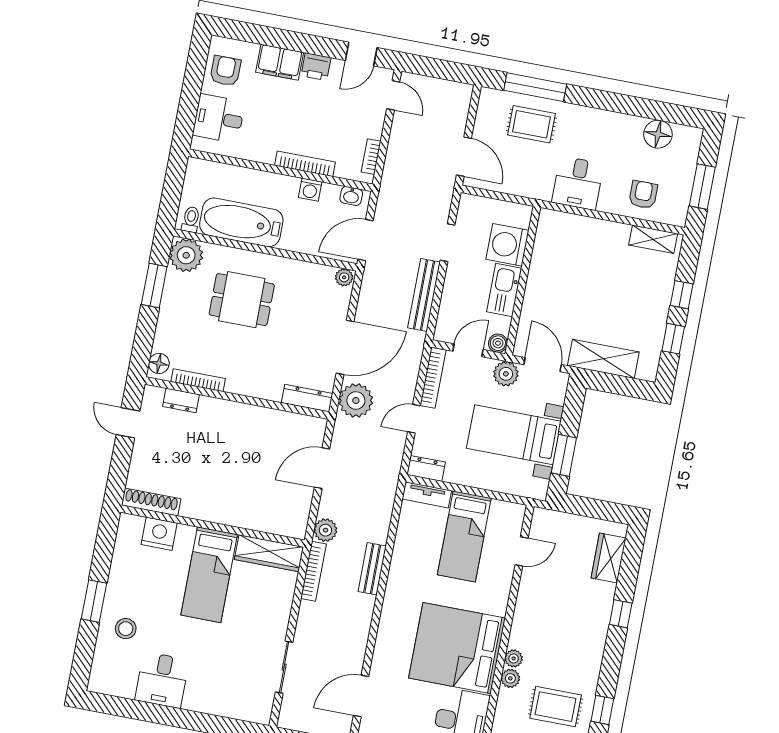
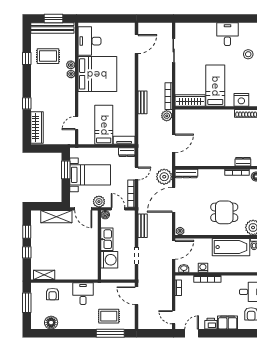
bench: (424, 295) -> (143, 226), width x0.73
door: (468, 350) -> (118, 209), swing flipped
wardrobe: (609, 558) -> (37, 128), width x1.50

